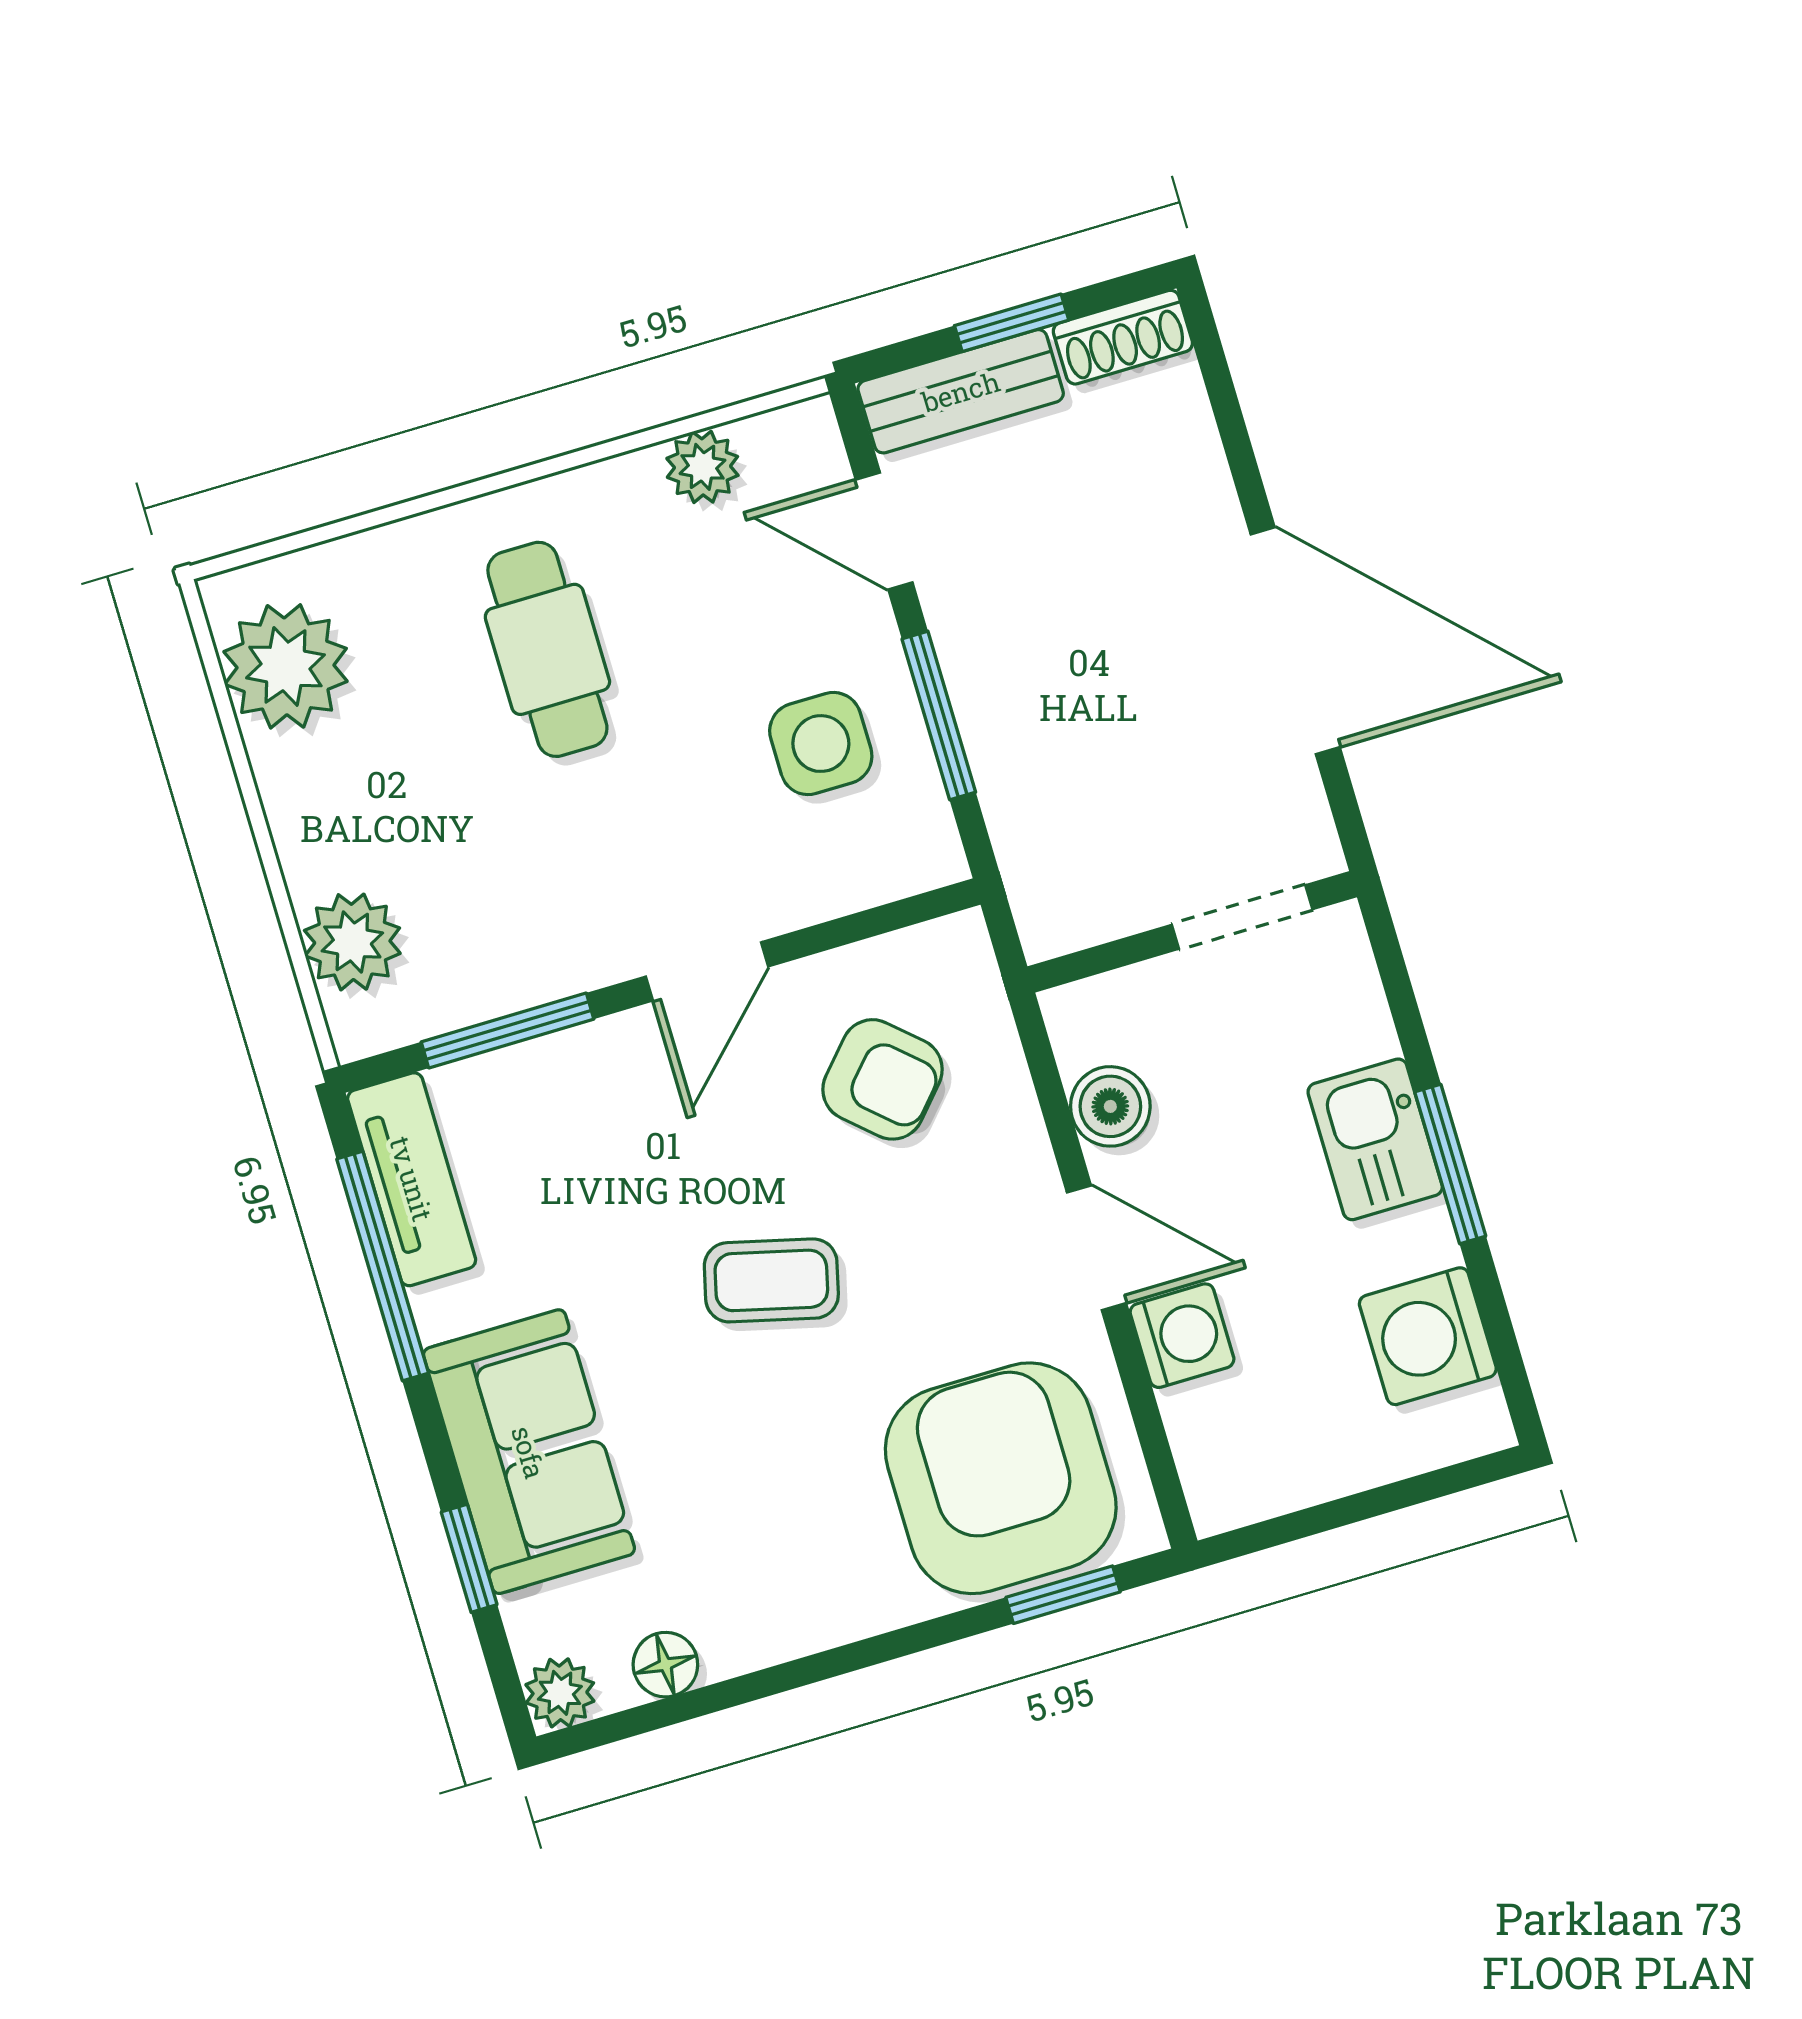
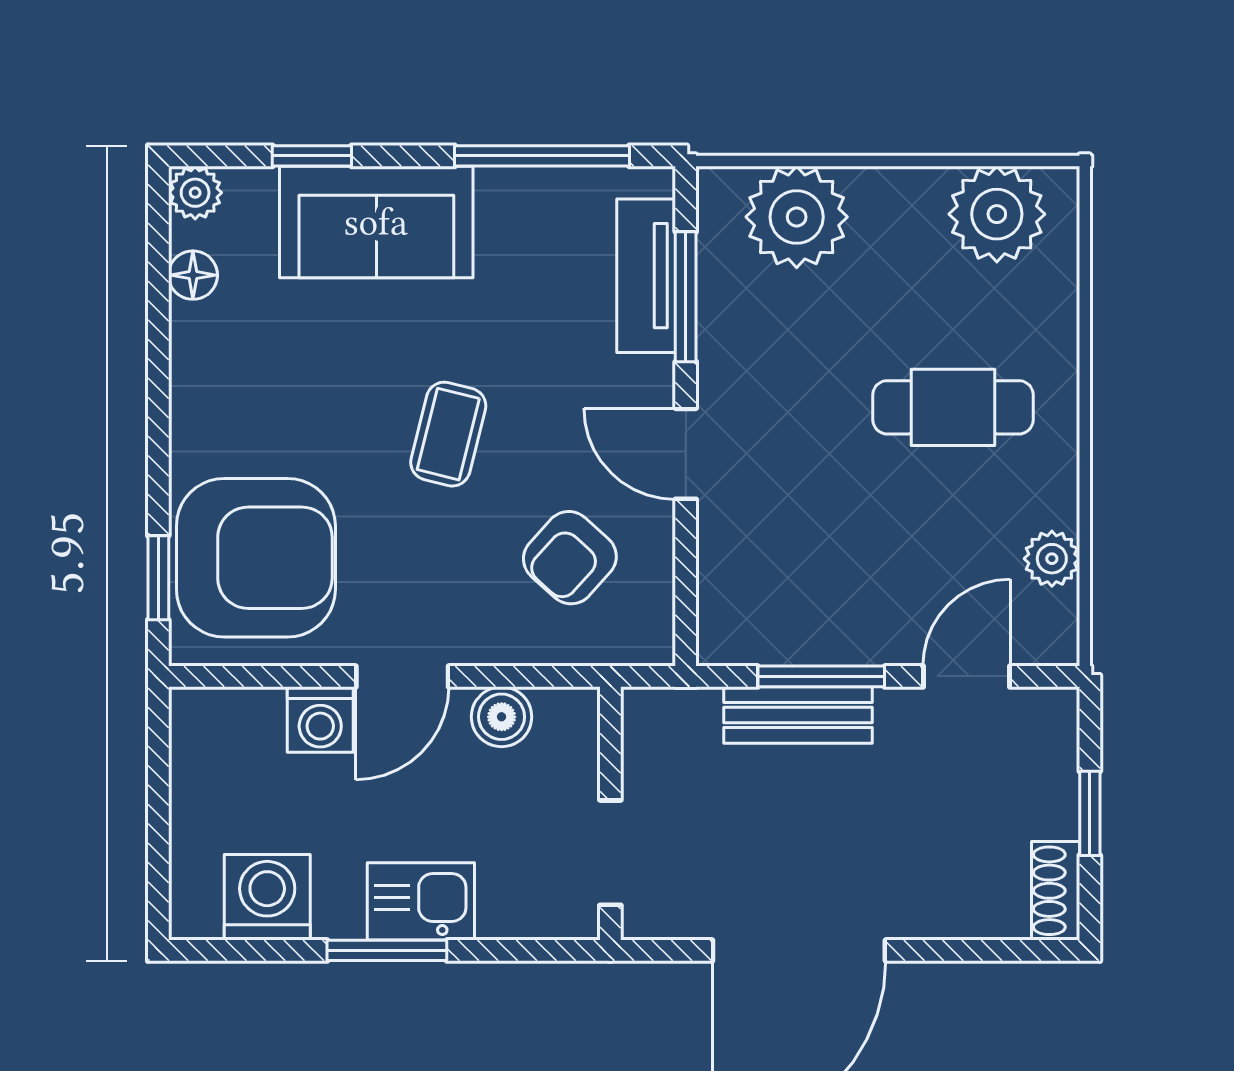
bench: (961, 391) -> (798, 715), moved, turned 90
side table: (821, 744) -> (826, 585), removed
plant: (352, 942) -> (797, 217), width x1.36, depth x1.36
tv unit: (412, 1179) -> (646, 276), moved, turned 90

